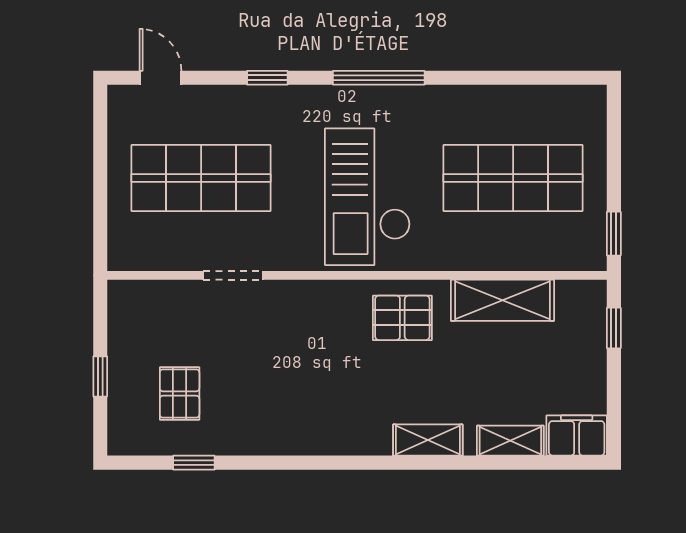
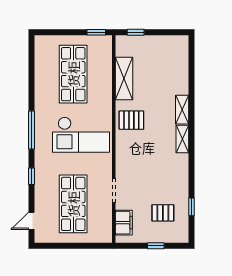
pallet: (402, 318) -> (131, 120), turned 90
filing cabinet: (577, 436) -> (124, 223), moved, turned 180
shelving: (510, 441) -> (182, 139), moved

